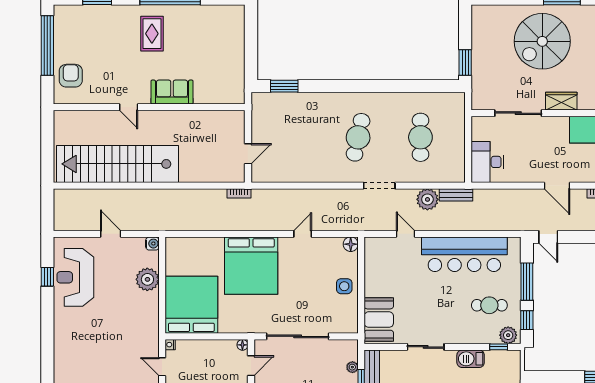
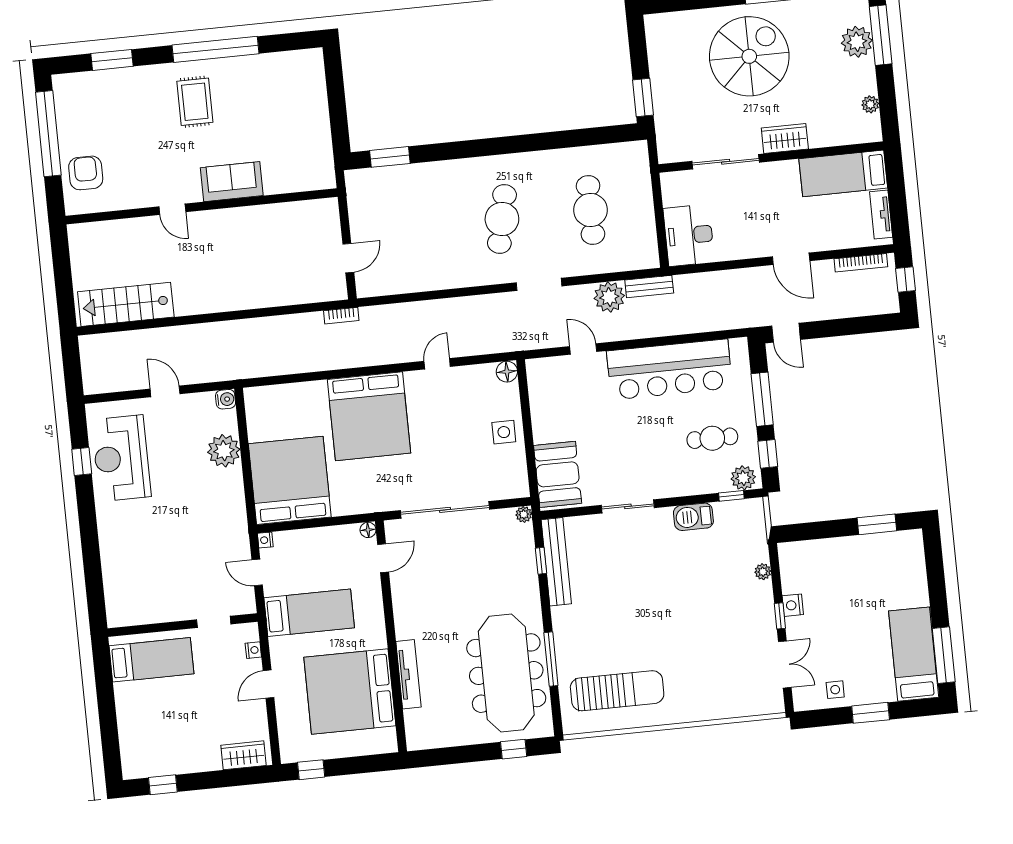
spiral stairs: (542, 41) -> (749, 56), turned 180
stairs: (118, 164) -> (126, 304), width x0.54, depth x0.66
plant: (352, 367) -> (524, 514), moved

